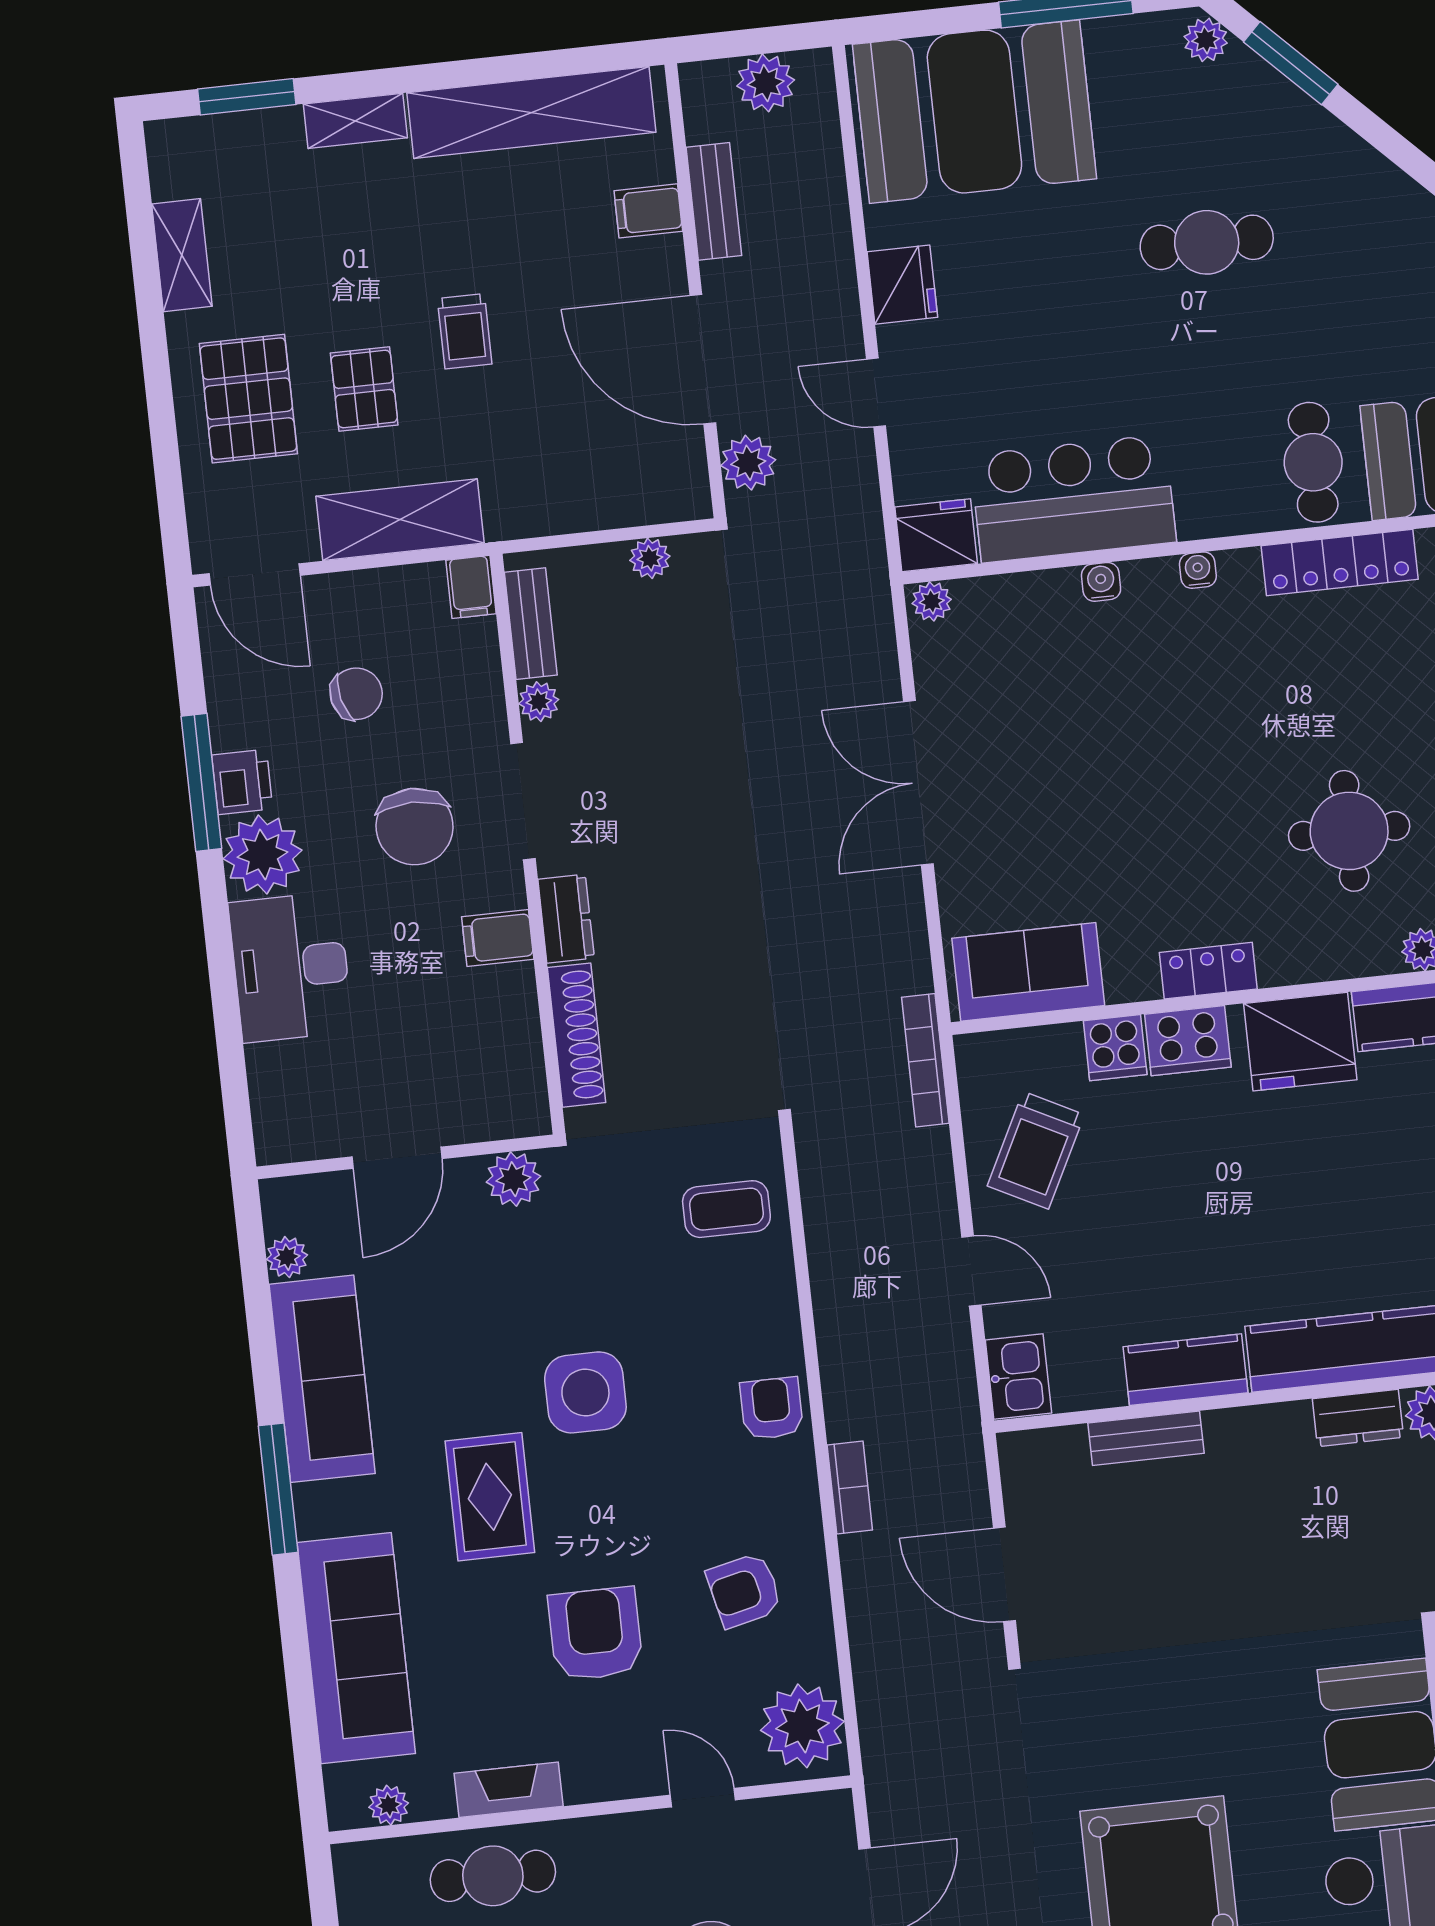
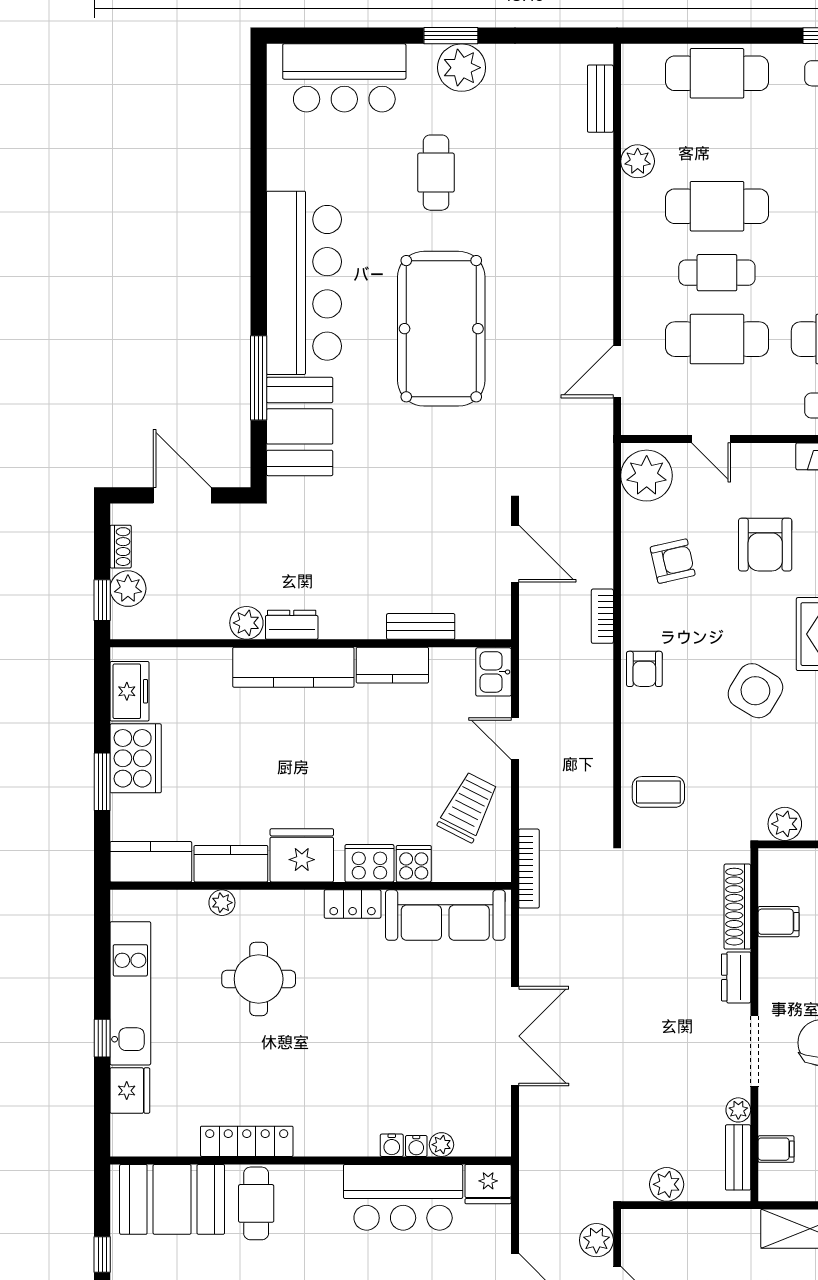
plant: (650, 558) -> (667, 1184), width x1.38, depth x1.38
water cooler: (1198, 570) -> (416, 1146), moved
filing cabinet: (471, 587) -> (776, 1149), moved, turned 90
plant: (932, 601) -> (441, 1145), moved
filing cabinet: (498, 938) -> (779, 922), moved
sofa: (1028, 972) -> (445, 915), width x1.36
side table: (585, 1392) -> (755, 691), turned 31

